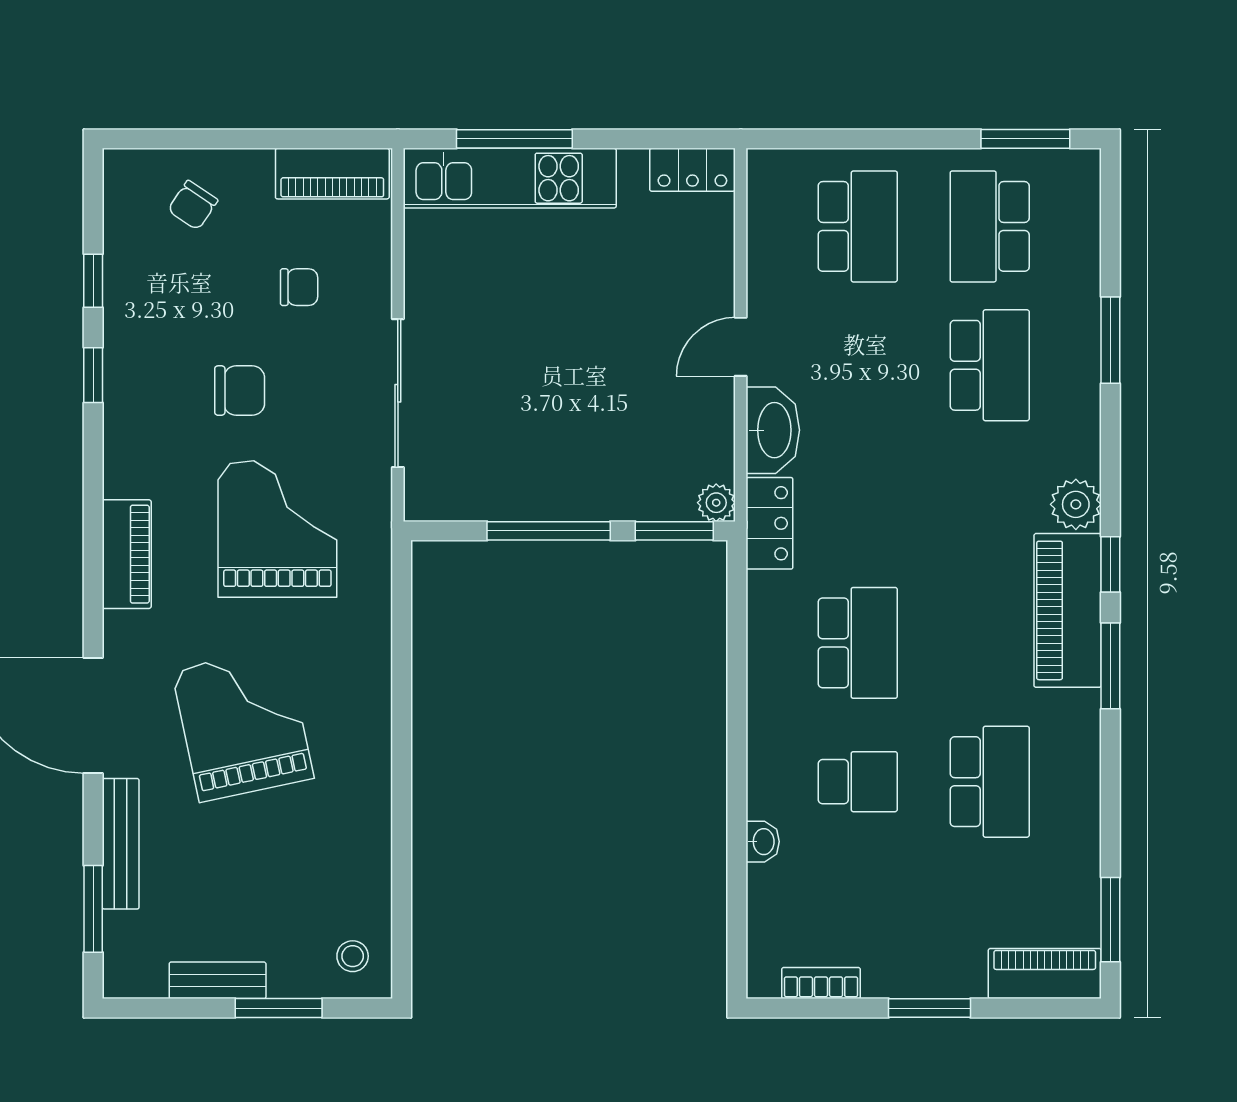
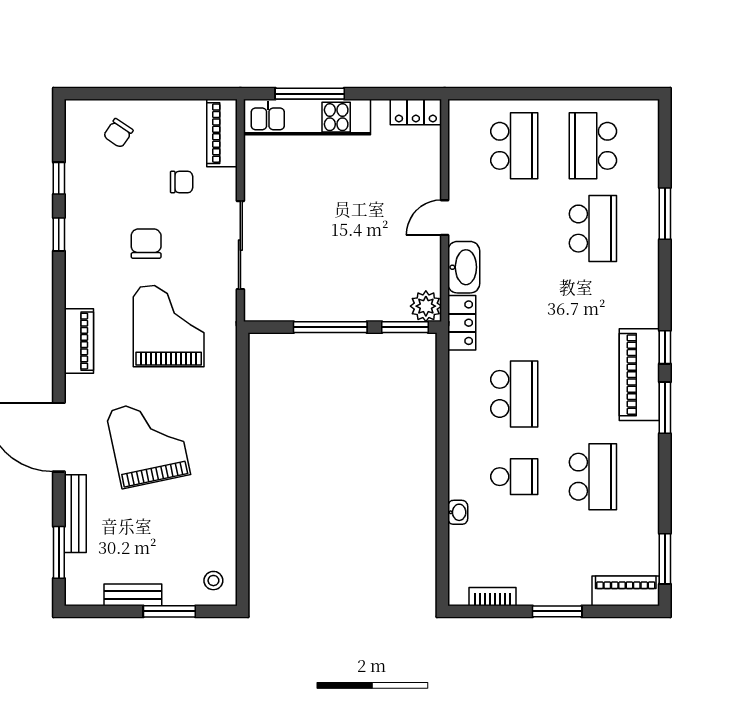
window: (1025, 139) -> (614, 94), removed
piano: (332, 174) -> (222, 133), moved, turned 90
chair: (240, 391) -> (146, 244), turned -90
plant: (716, 503) -> (426, 306), width x1.38, depth x1.38
plant: (1076, 504) -> (644, 311), removed

